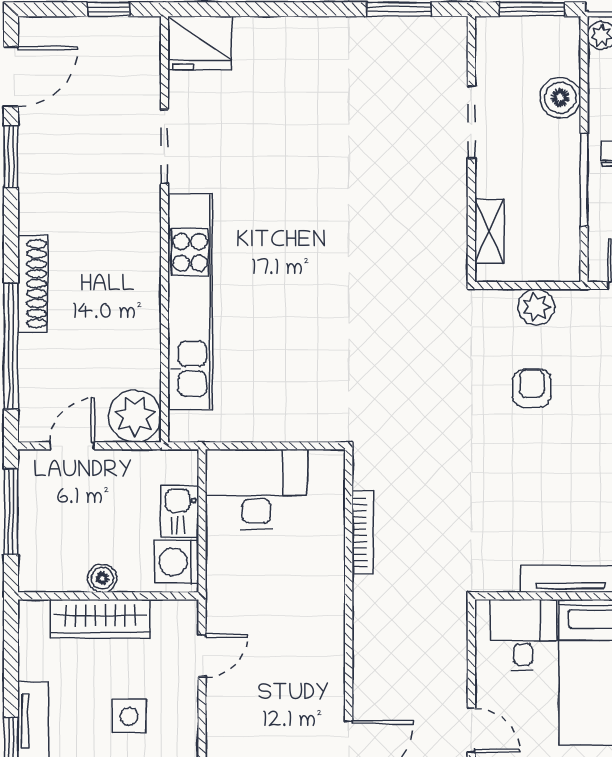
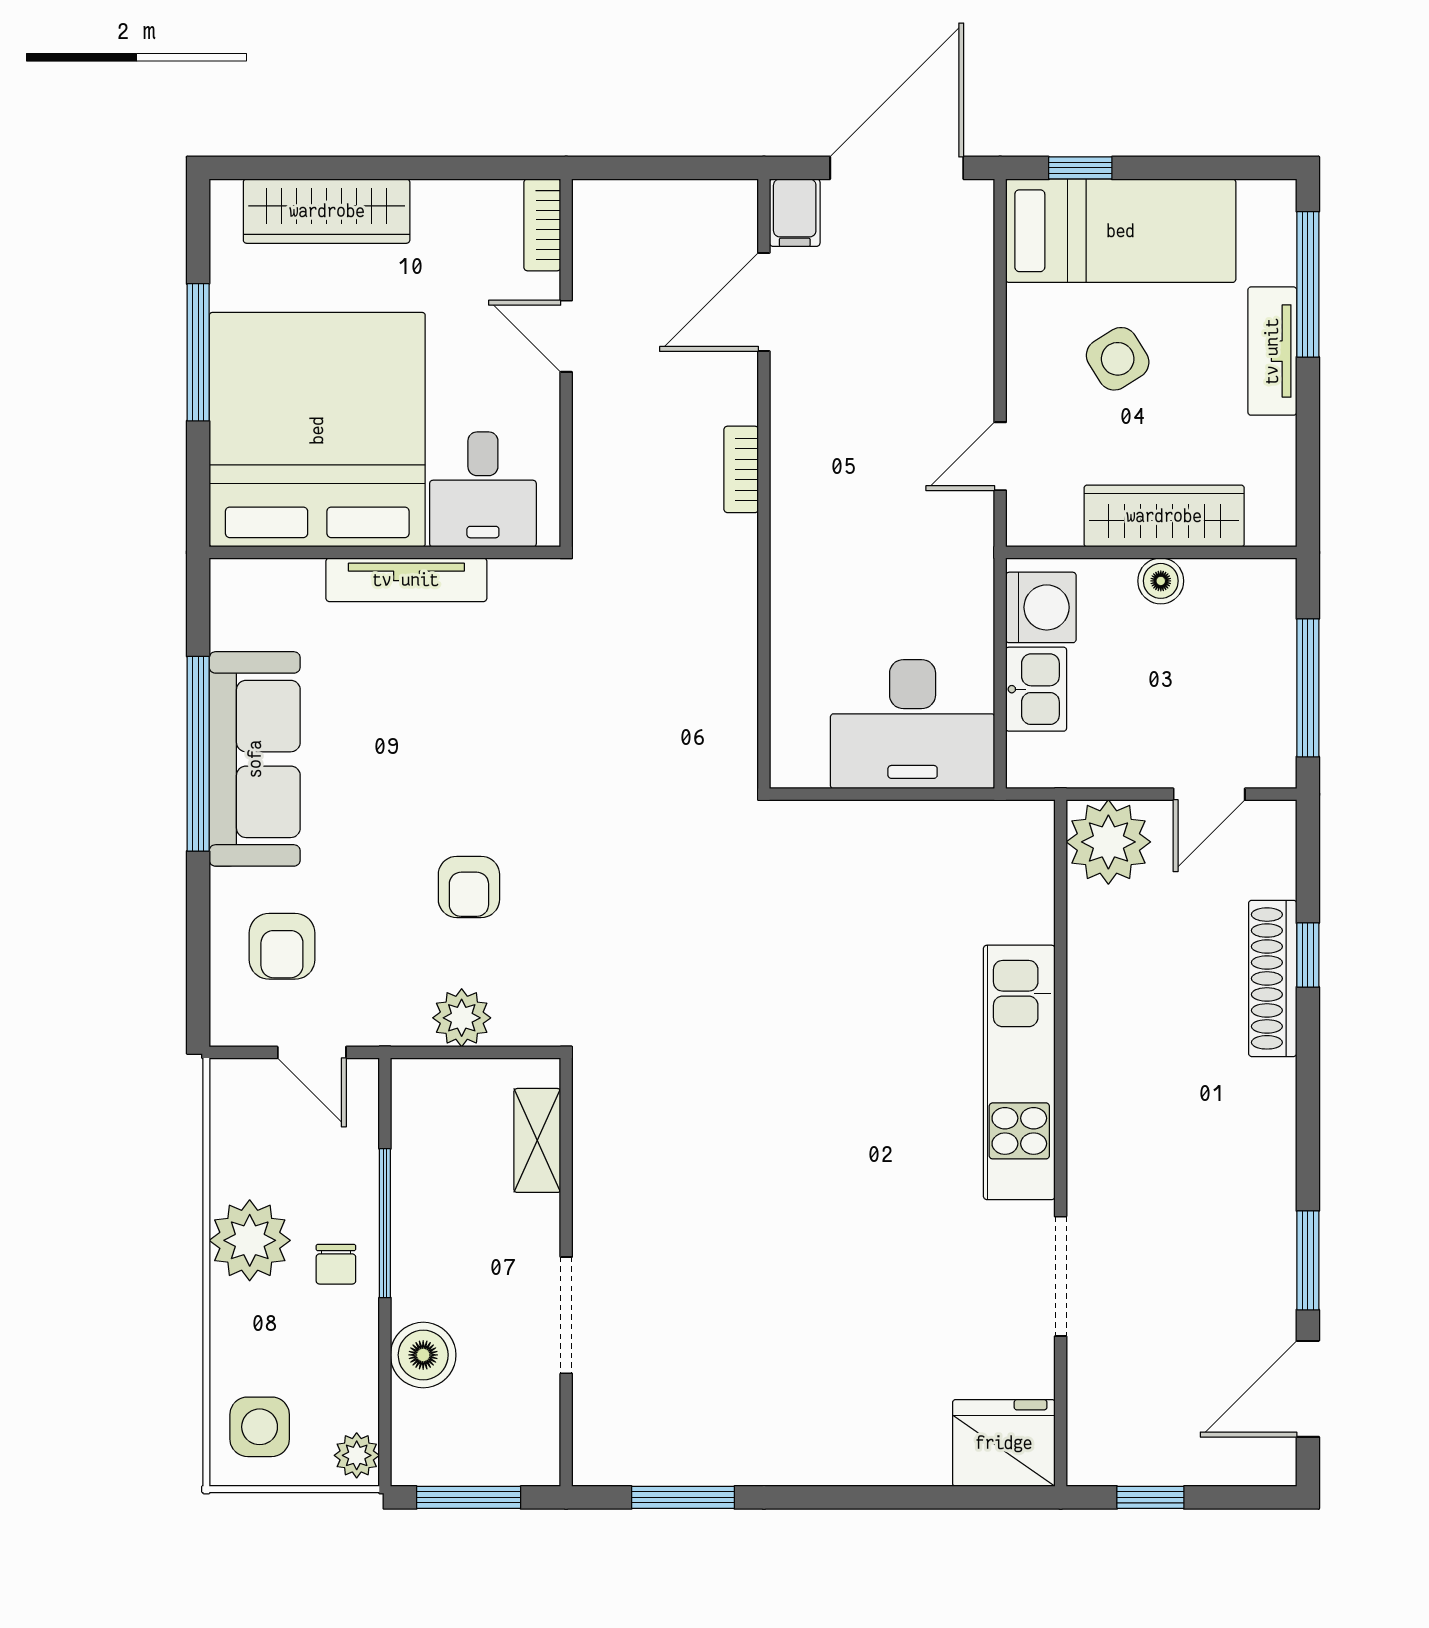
shoe rack: (33, 284) -> (1273, 978), moved
kitchen unit: (190, 302) -> (1019, 1072), width x0.73
window: (11, 346) -> (1308, 955), width x0.32
bookcase: (363, 532) -> (741, 469), moved, width x0.64
side table: (129, 716) -> (1118, 359), turned -32

